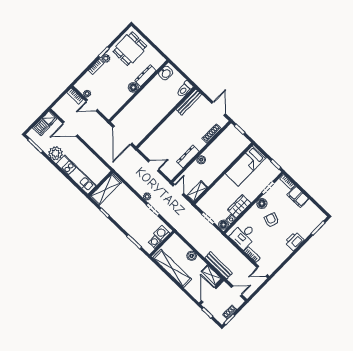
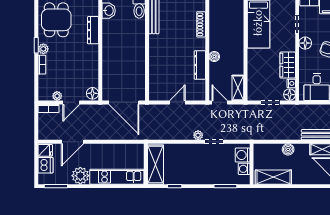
floor lamp: (133, 87) -> (92, 93), moved
shelving: (172, 268) -> (273, 177), width x0.68

